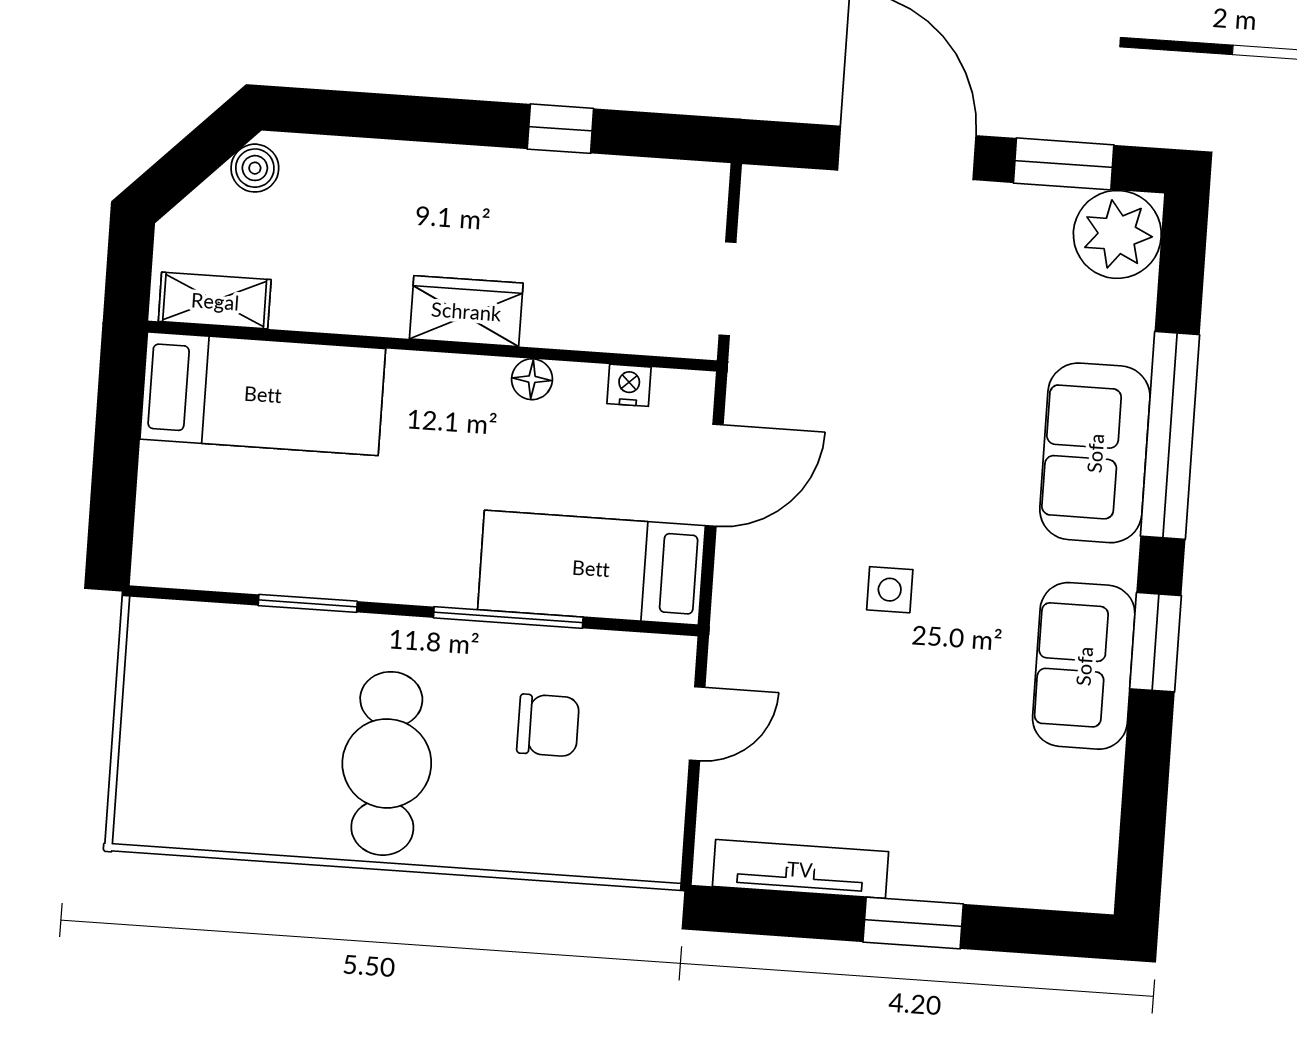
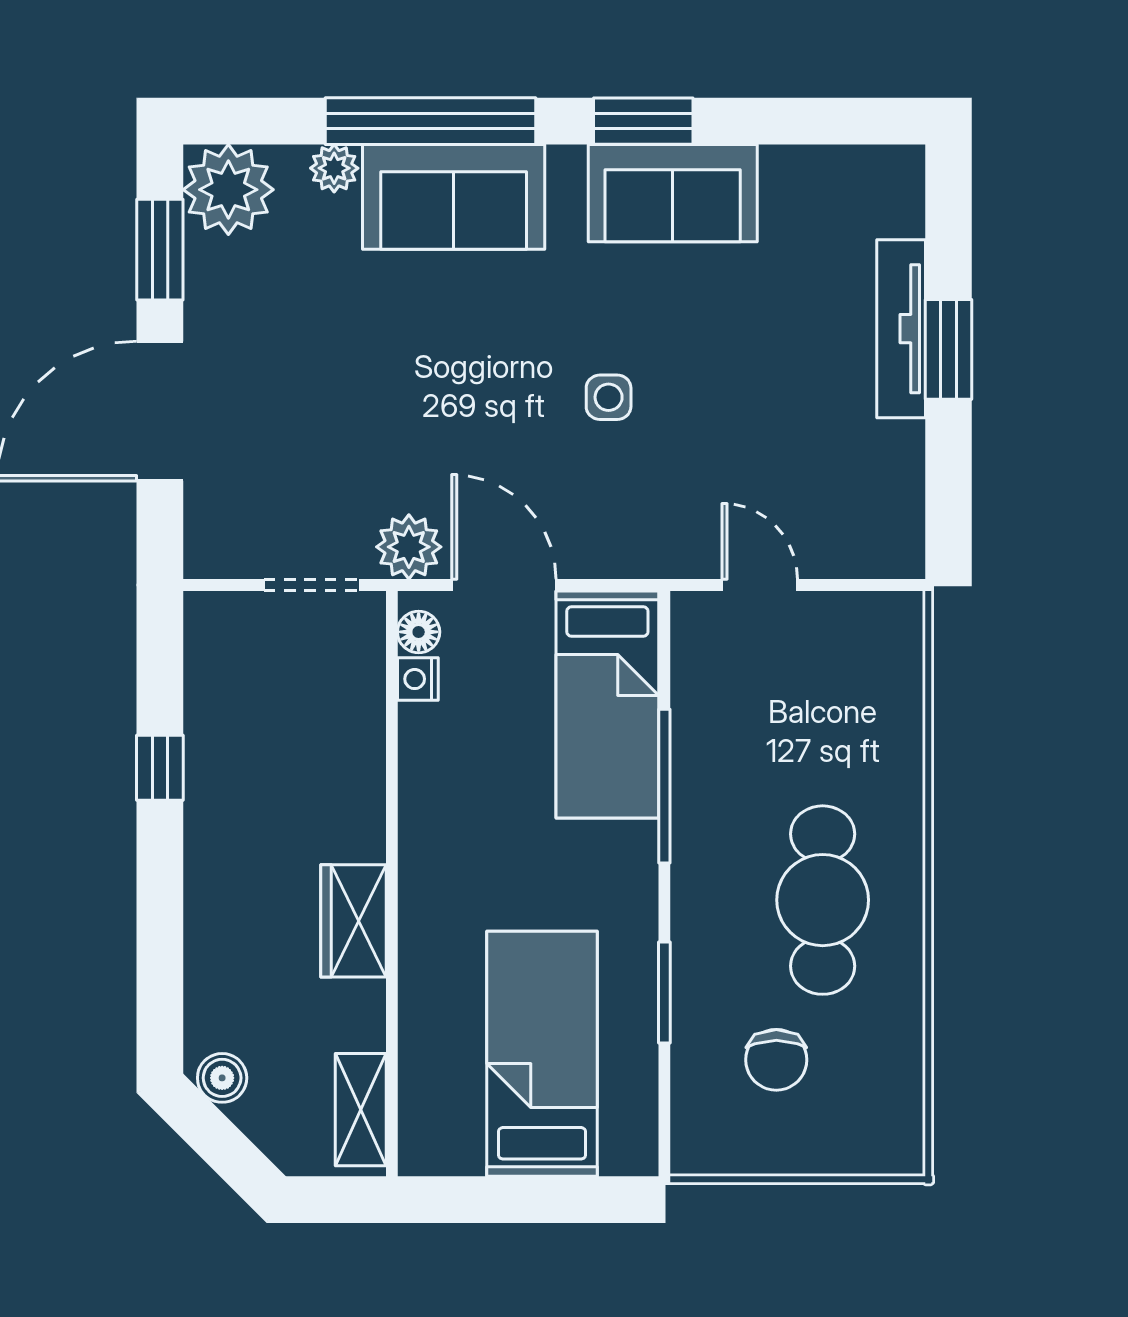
wardrobe: (466, 311) -> (353, 921), moved
plant: (1131, 339) -> (334, 168), added
floor lamp: (532, 379) -> (419, 632), moved
plant: (758, 385) -> (409, 547), added
bed: (263, 394) -> (542, 1054), moved
chair: (548, 725) -> (776, 1060), moved, turned 180
cafe table: (387, 763) -> (823, 900), turned 90
tv unit: (800, 869) -> (901, 329), moved

